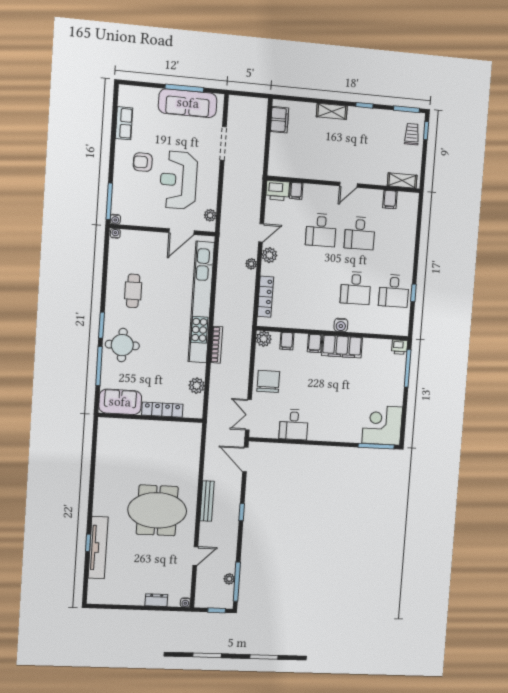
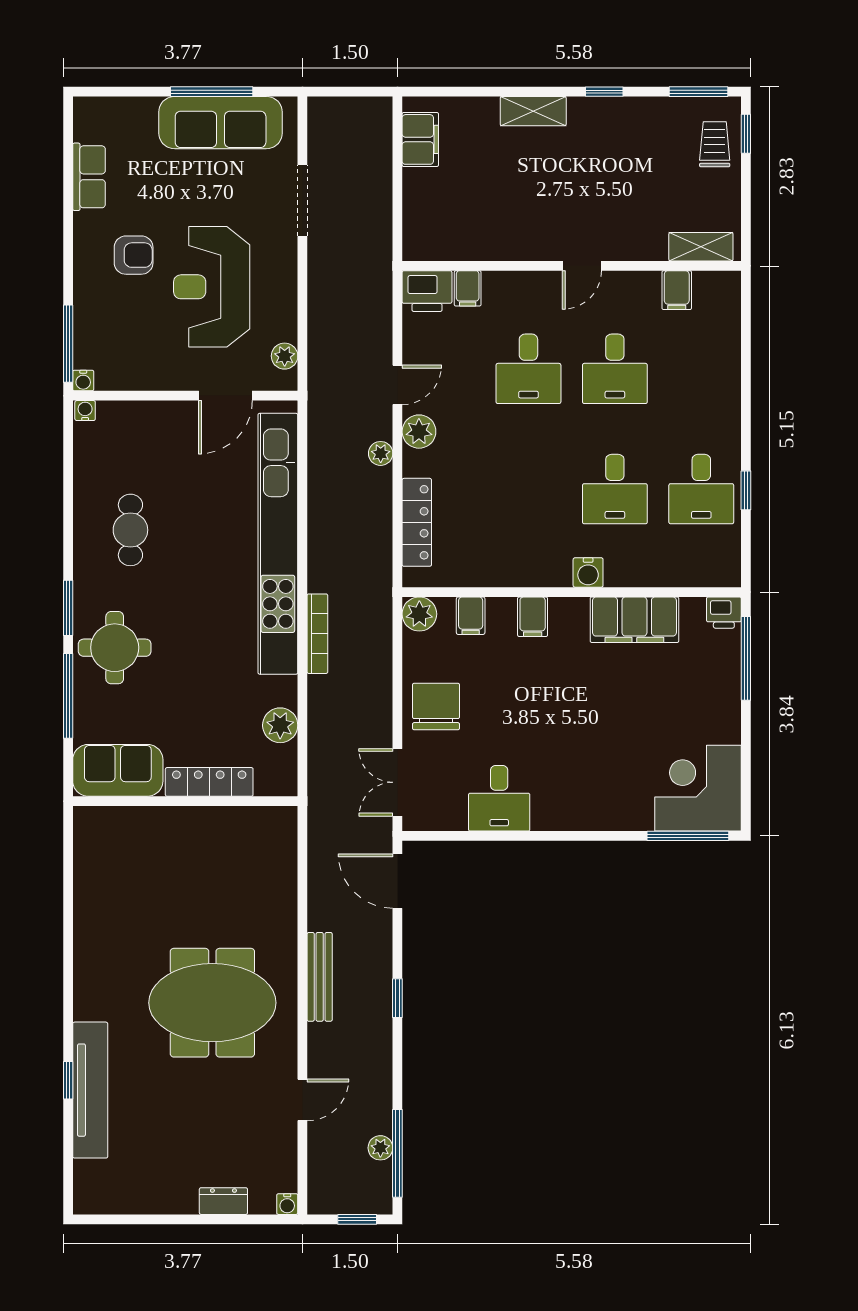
armchair: (143, 162) -> (134, 255), turned 180
filing cabinet: (342, 347) -> (634, 620), moved

